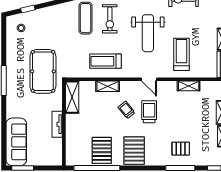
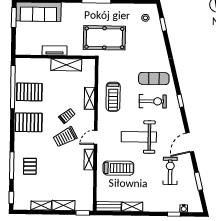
exercise bike: (110, 19) -> (153, 101), turned 180
treadmill: (106, 61) -> (113, 97), turned 180
shelving: (189, 86) -> (89, 160), moved
shelving: (72, 97) -> (66, 65), moved
trolley: (149, 112) -> (65, 137), turned 151

